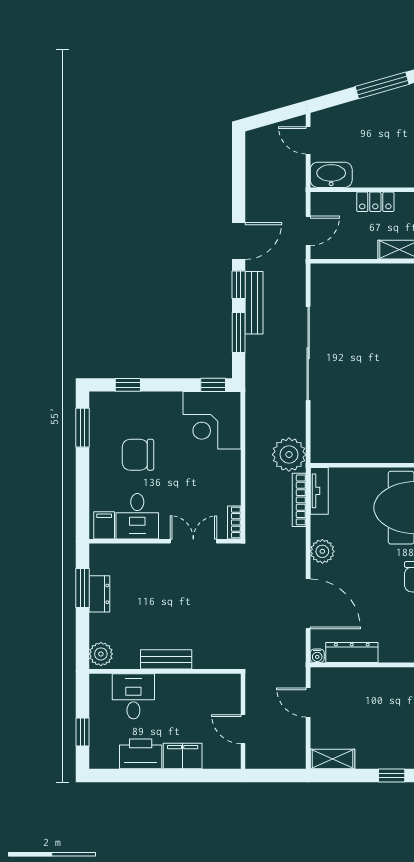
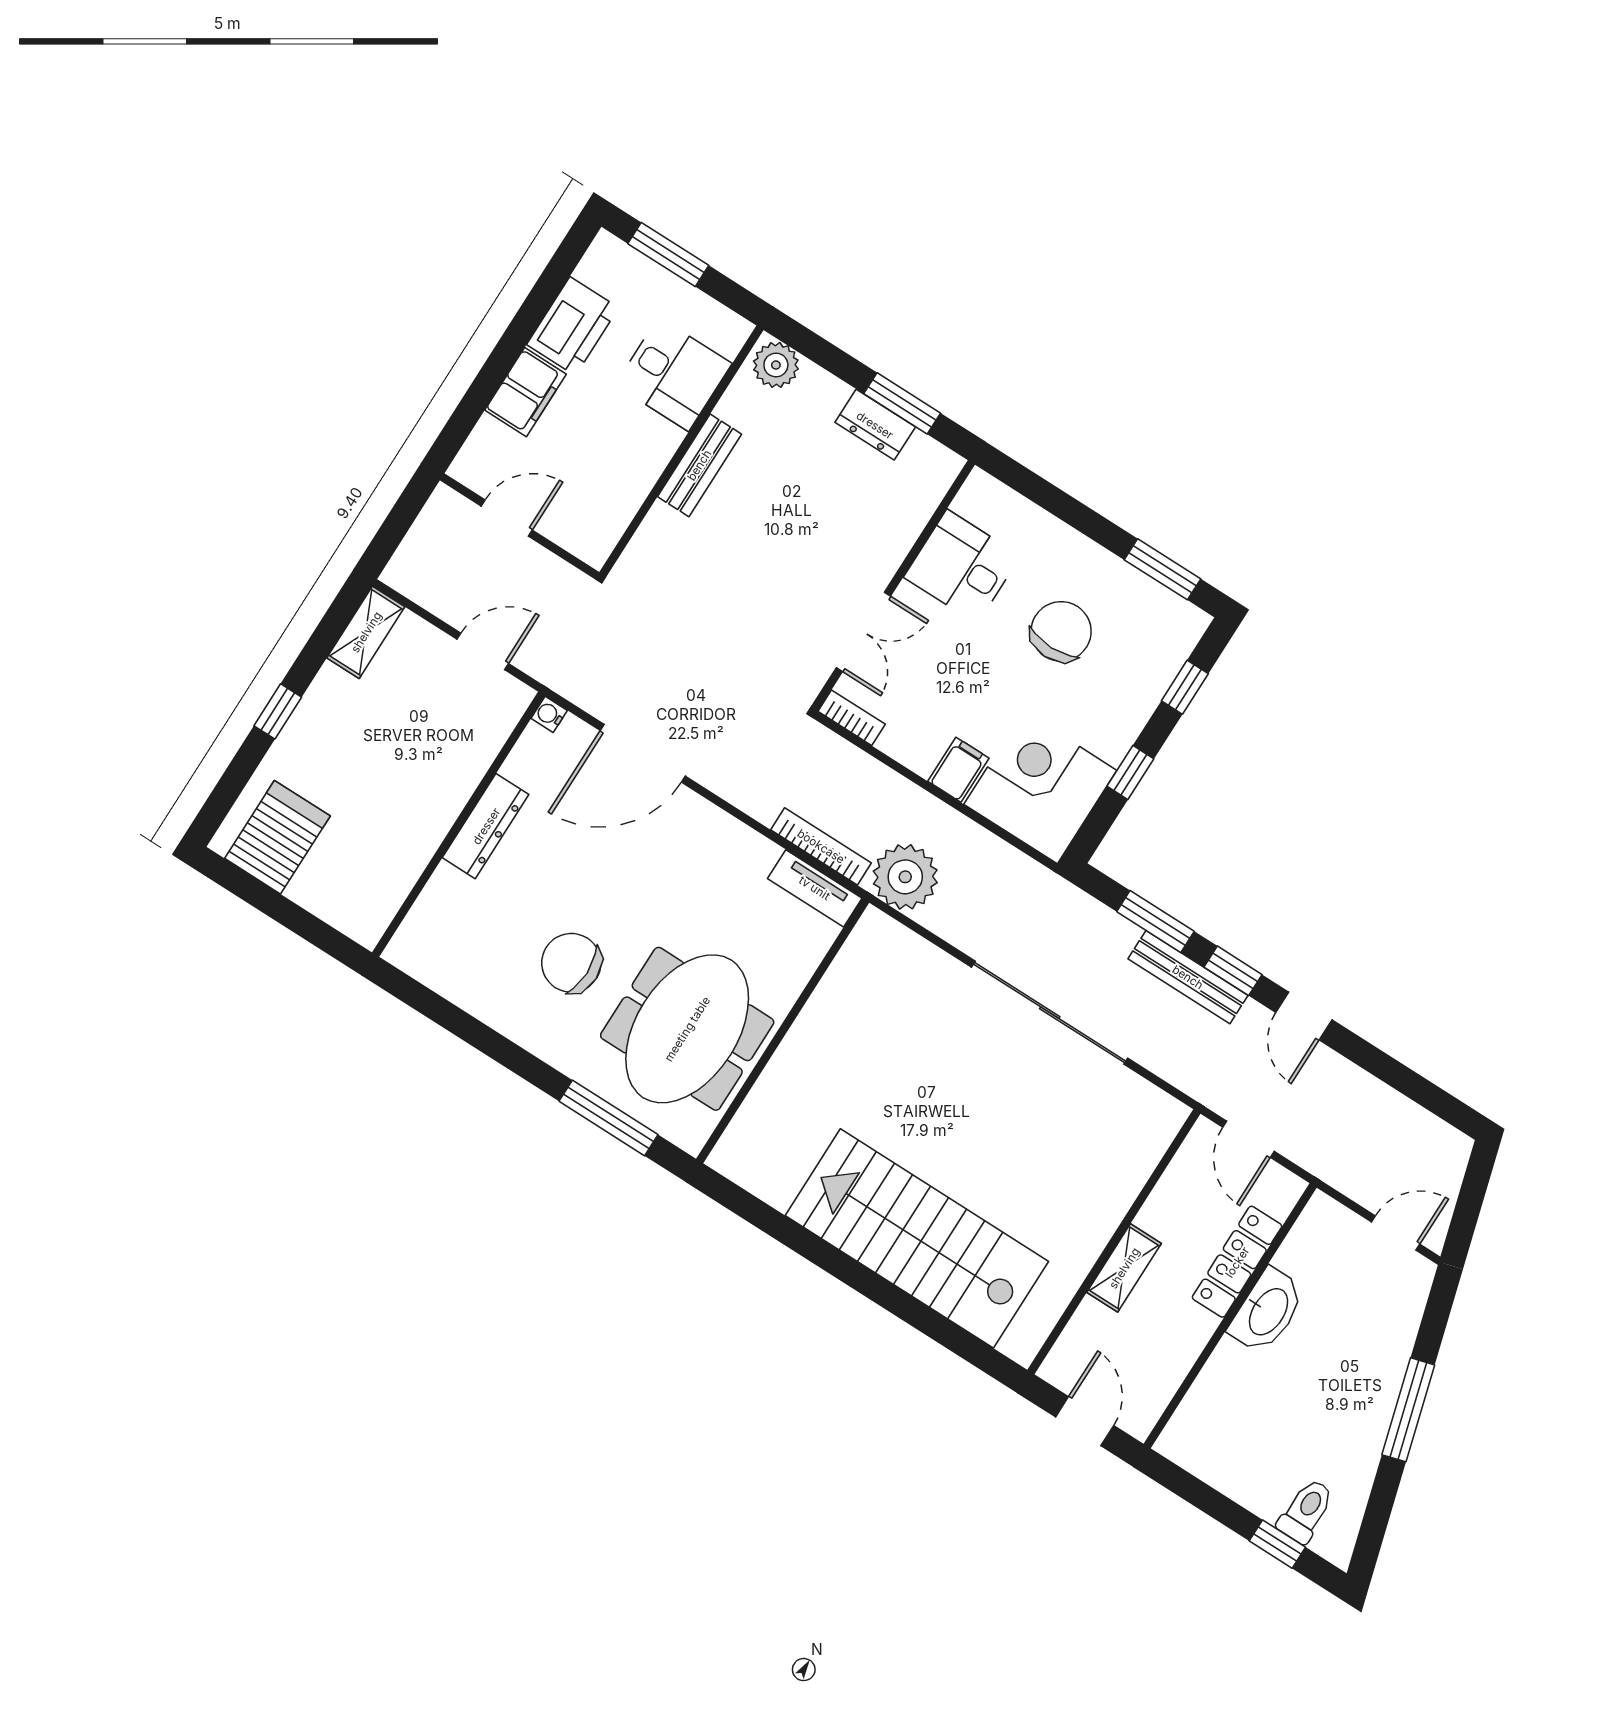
washbasin: (331, 175) -> (1267, 1311), moved
locker: (375, 202) -> (1237, 1262), width x1.53
door: (239, 241) -> (1304, 1016), width x0.73
window: (213, 385) -> (1130, 773), moved
filing cabinet: (104, 525) -> (958, 770), moved, turned -90
plant: (322, 551) -> (714, 831), removed
dresser: (352, 653) -> (486, 826), moved
window: (82, 732) -> (668, 254), width x1.50

